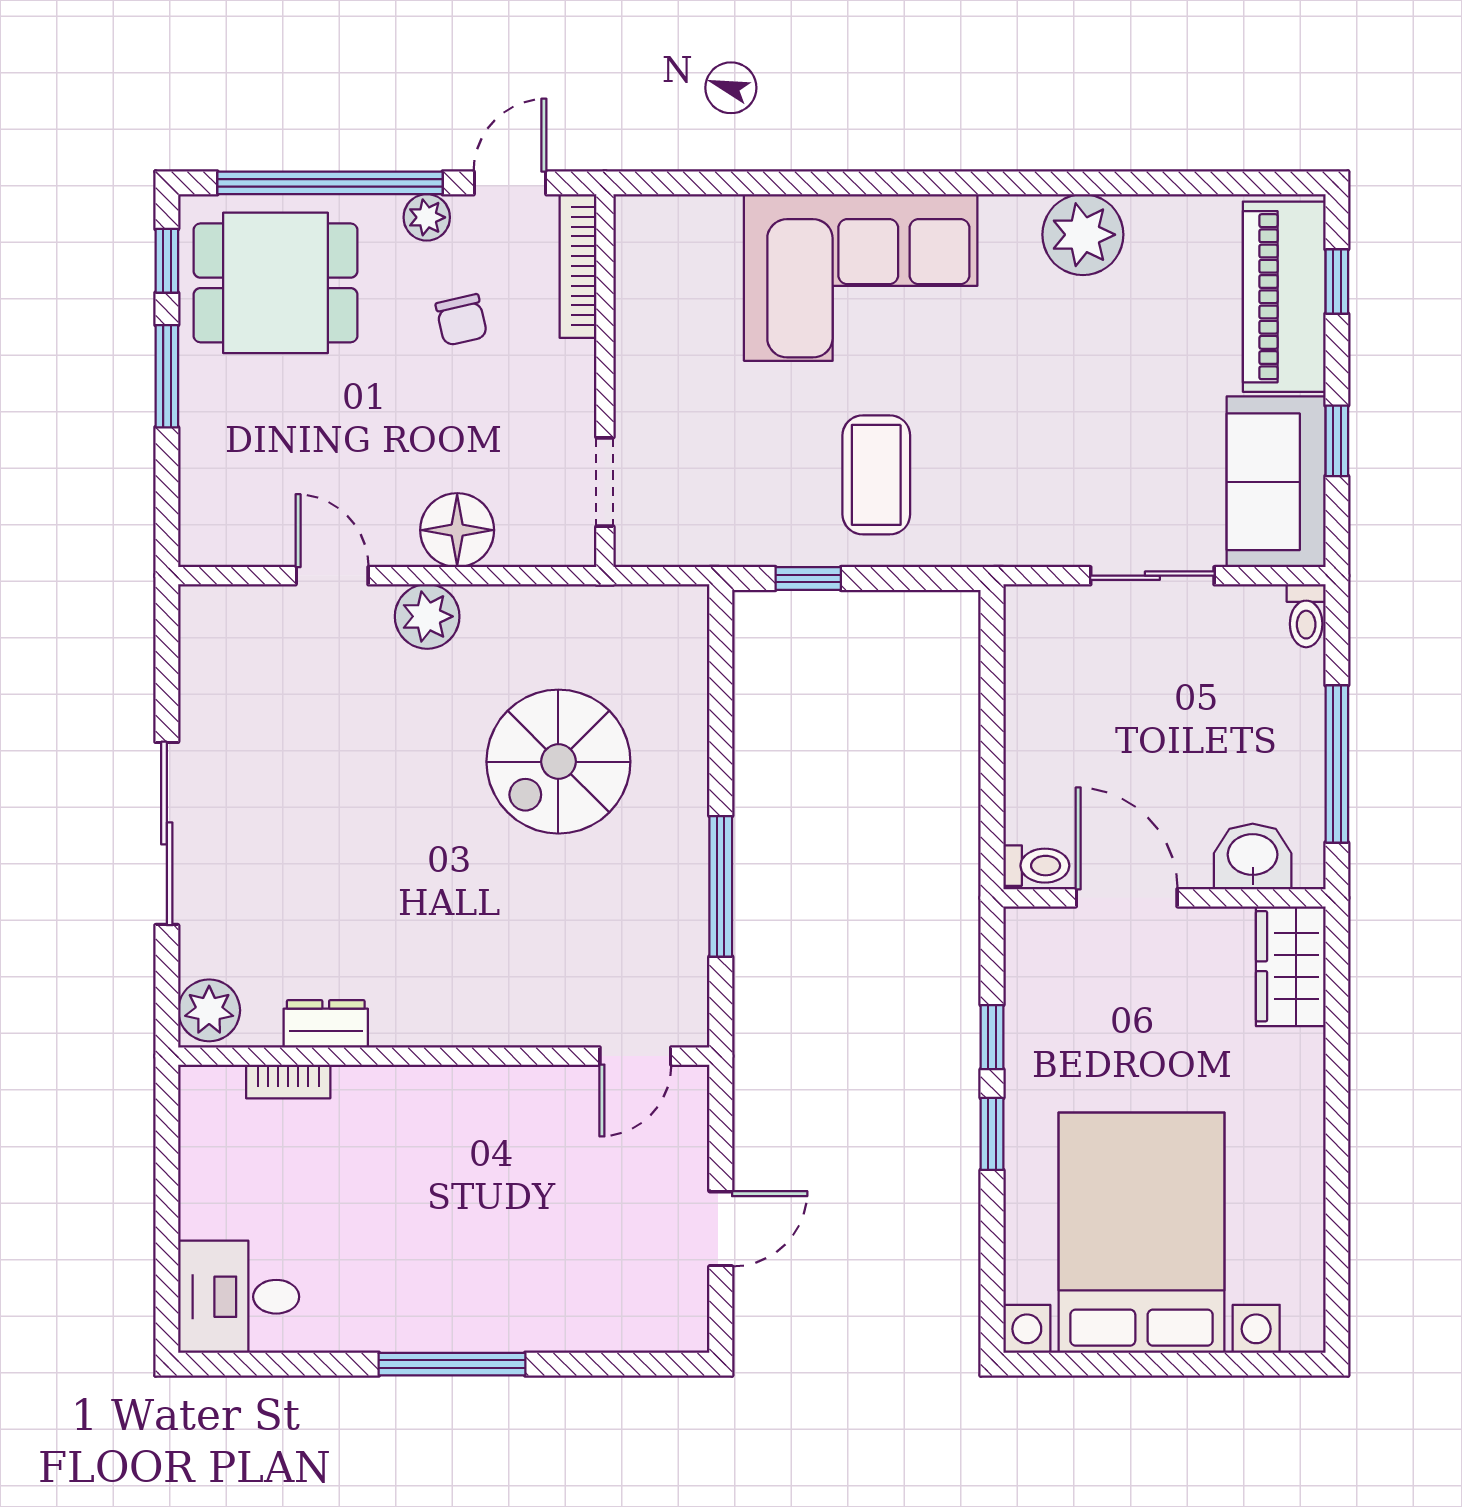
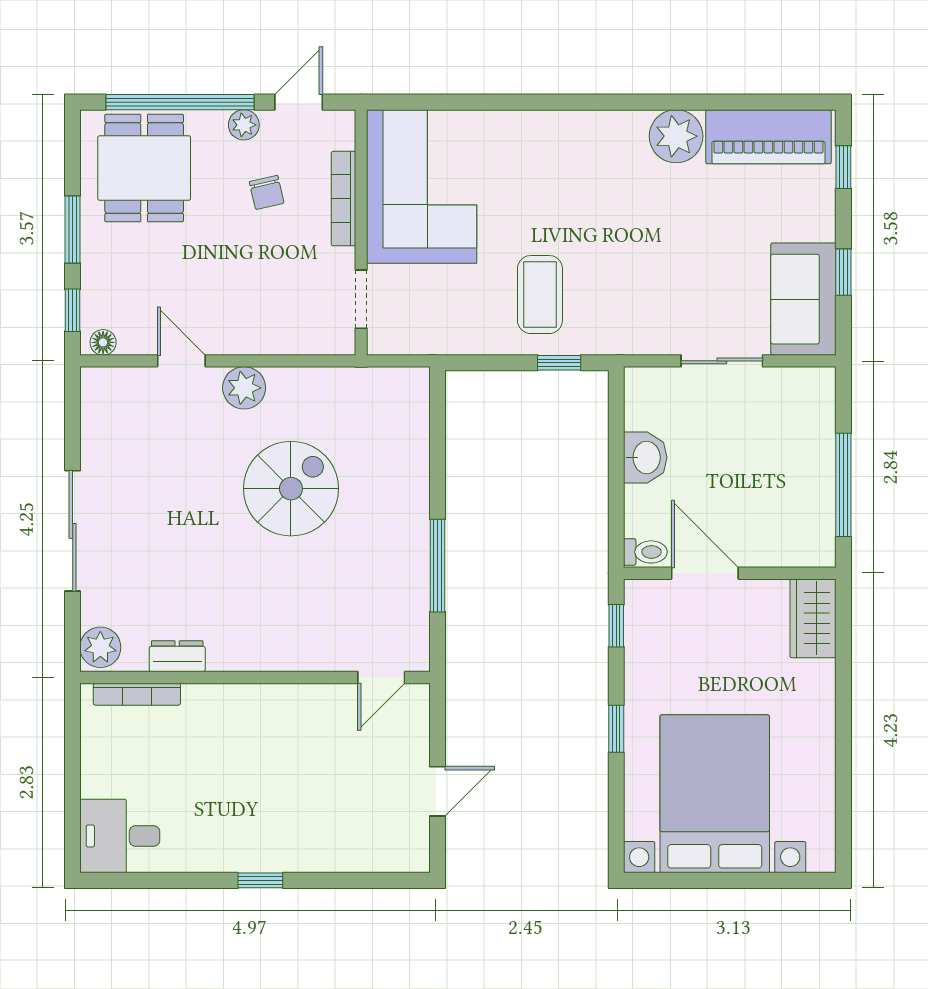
window: (167, 261) -> (73, 310), moved
bookcase: (578, 266) -> (343, 199), moved
corner sofa: (861, 277) -> (422, 186), moved, turned -90
dining table: (276, 283) -> (144, 168), turned 90
piano: (1284, 297) -> (768, 137), moved, turned -90
floor lamp: (457, 530) -> (103, 342), moved, width x0.53, depth x0.53
window: (808, 578) -> (559, 363), moved
toilet: (1306, 616) -> (823, 387), removed
spiral stairs: (558, 762) -> (291, 489), moved, turned 180
washbasin: (1253, 857) -> (645, 458), moved, turned 90
window: (992, 1037) -> (616, 626), moved
bookcase: (288, 1081) -> (137, 694), width x1.56
window: (452, 1364) -> (260, 880), width x0.46

